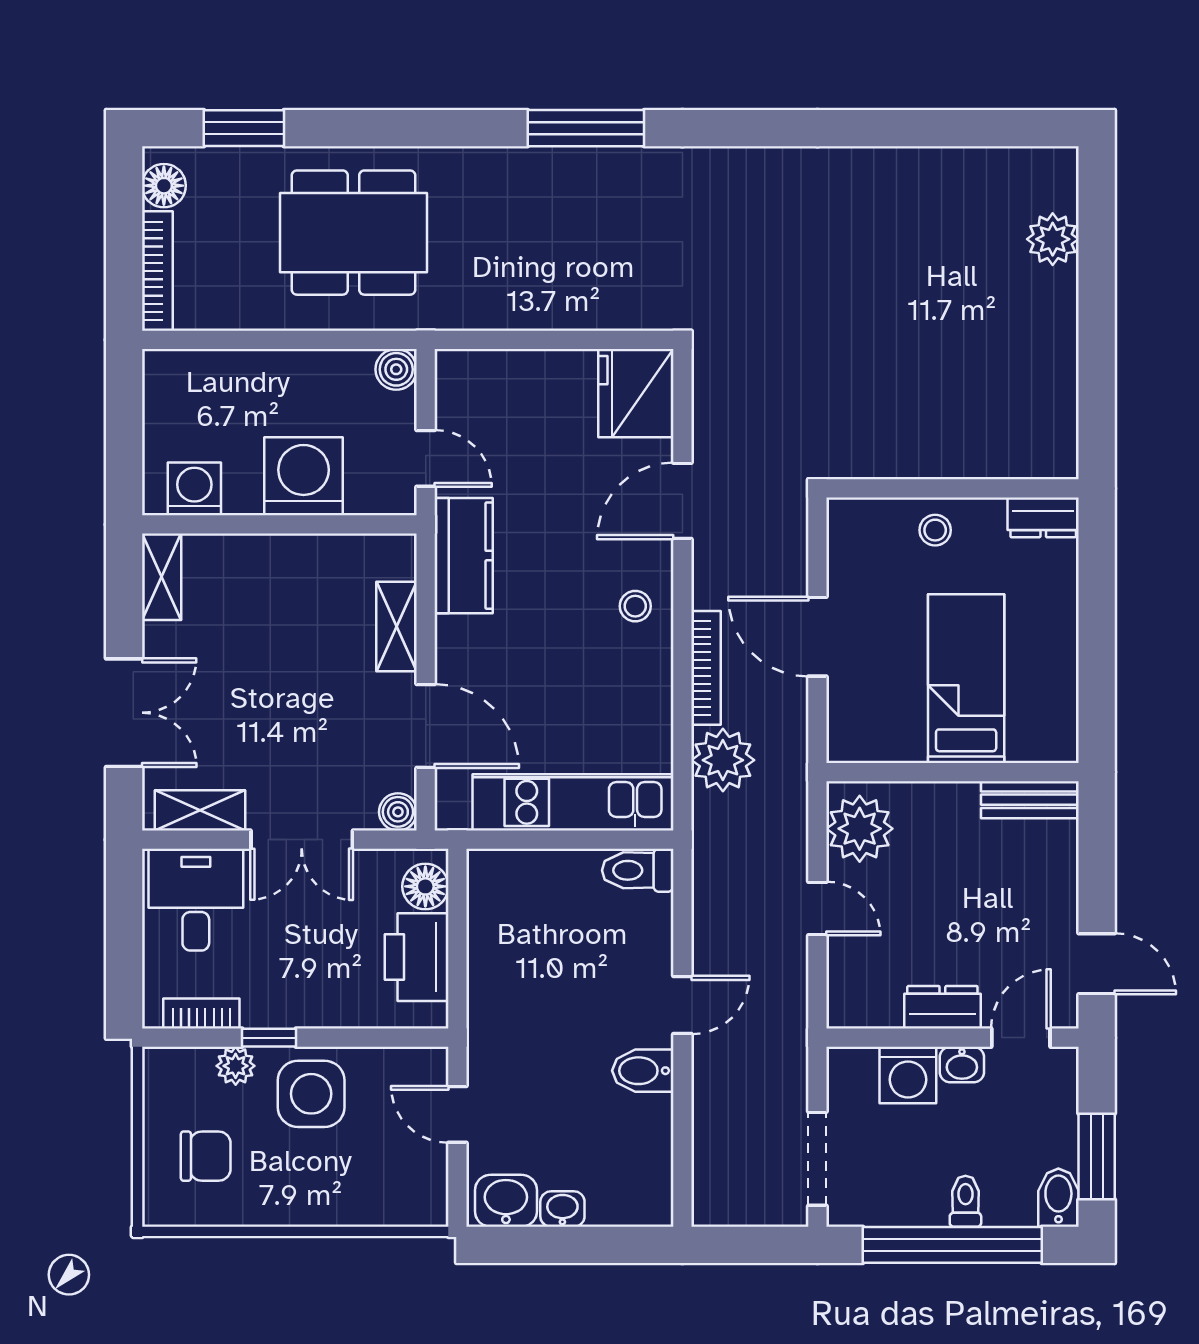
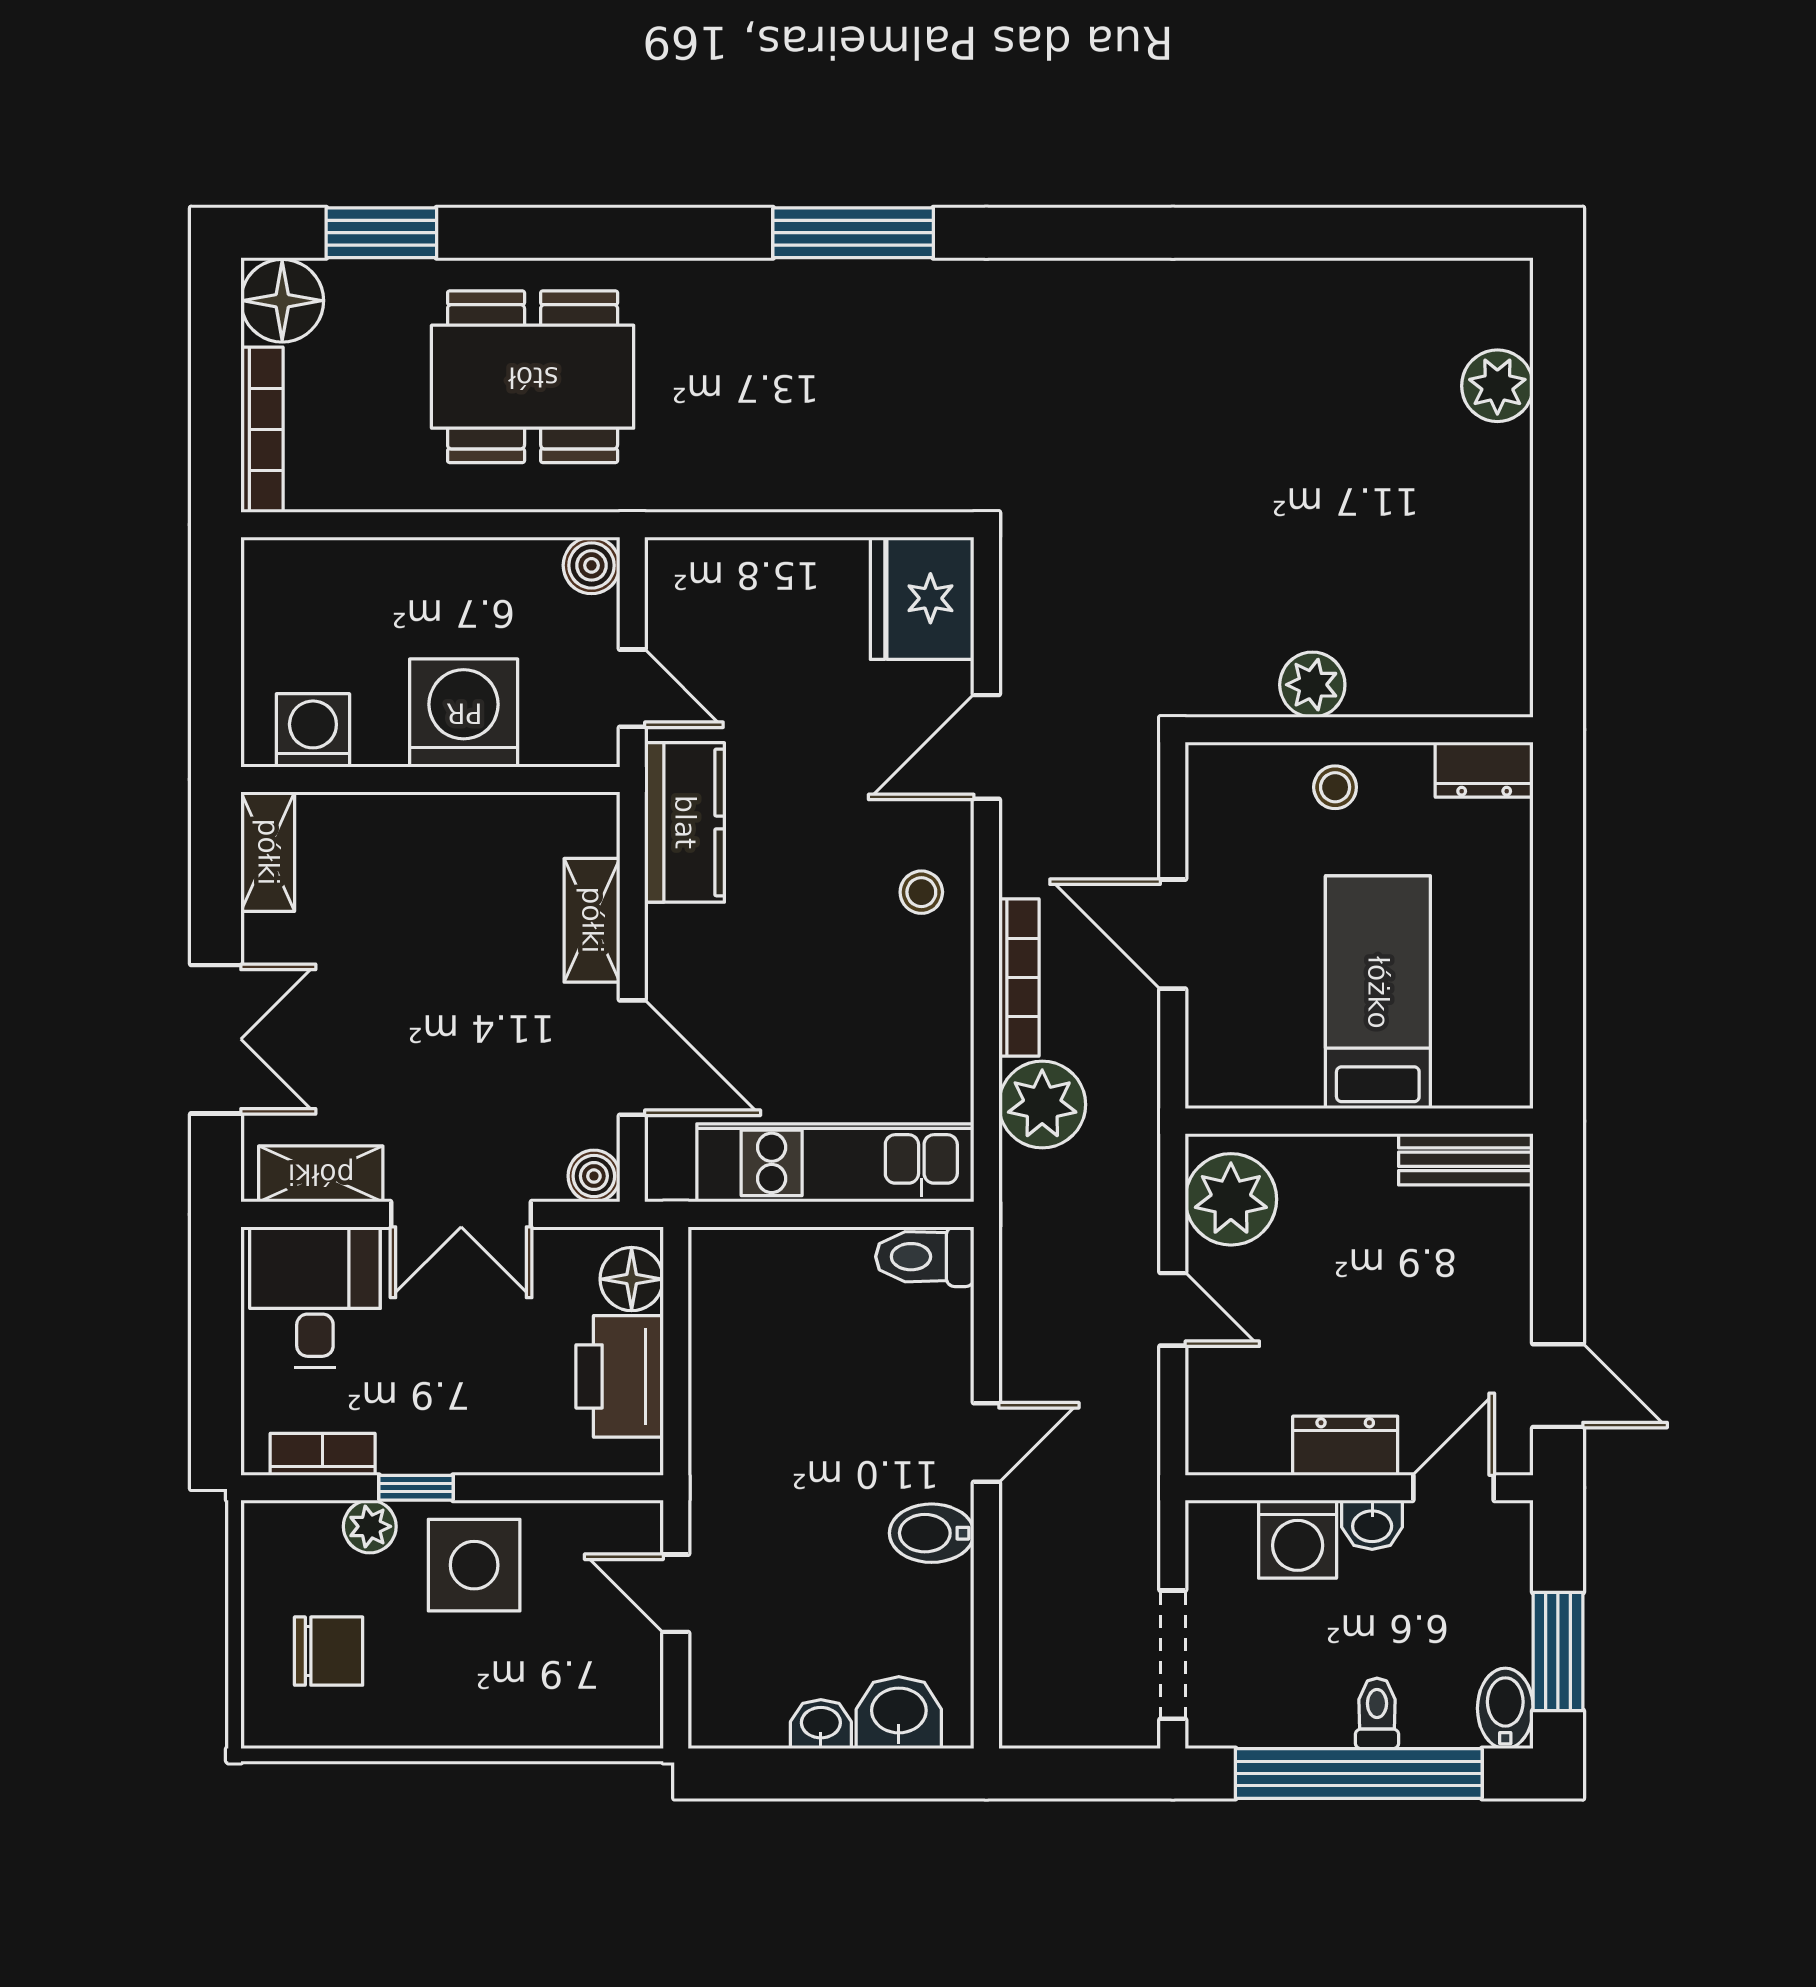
floor lamp: (164, 186) -> (282, 301), width x1.38, depth x1.38
plant: (919, 456) -> (1312, 685), added
washbasin: (506, 1201) -> (899, 1713), moved

